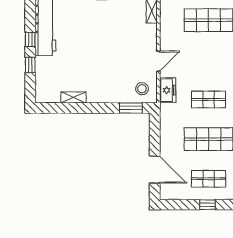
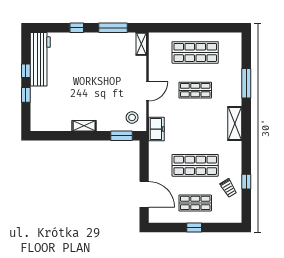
freezer: (168, 90) -> (156, 129), moved
shelving: (73, 97) -> (84, 126), moved
shop shelf: (208, 99) -> (195, 90), moved

